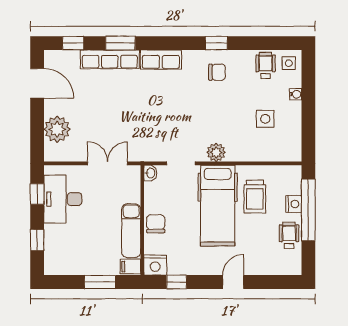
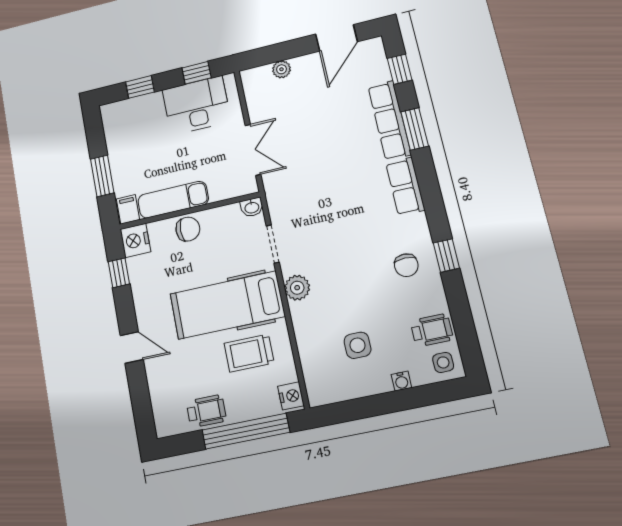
plant: (57, 129) -> (281, 69), width x0.53, depth x0.53
nightstand: (294, 204) -> (291, 396), moved, turned -90

